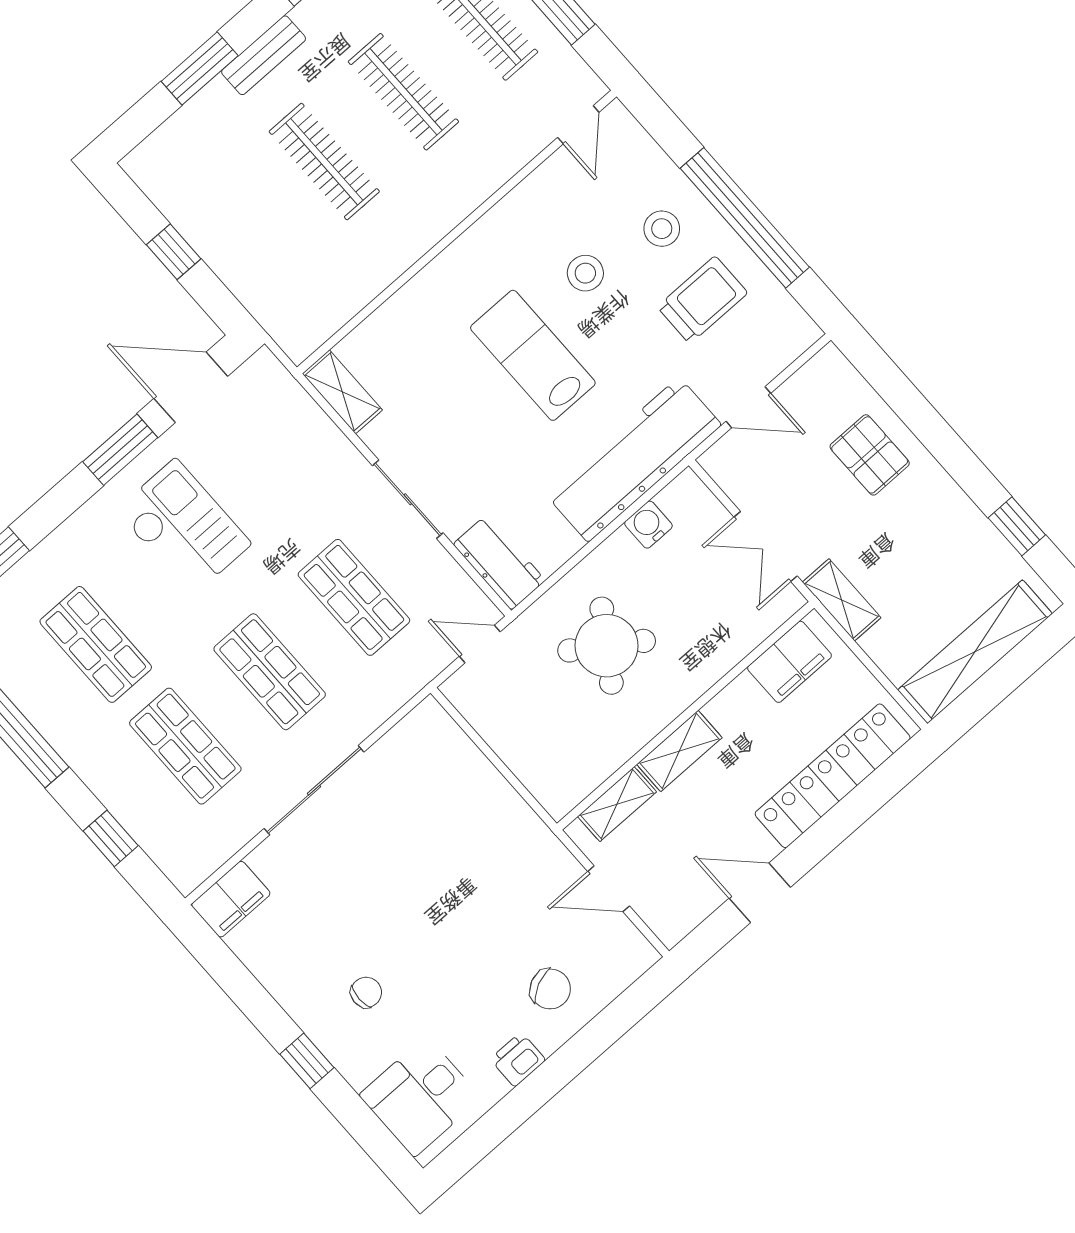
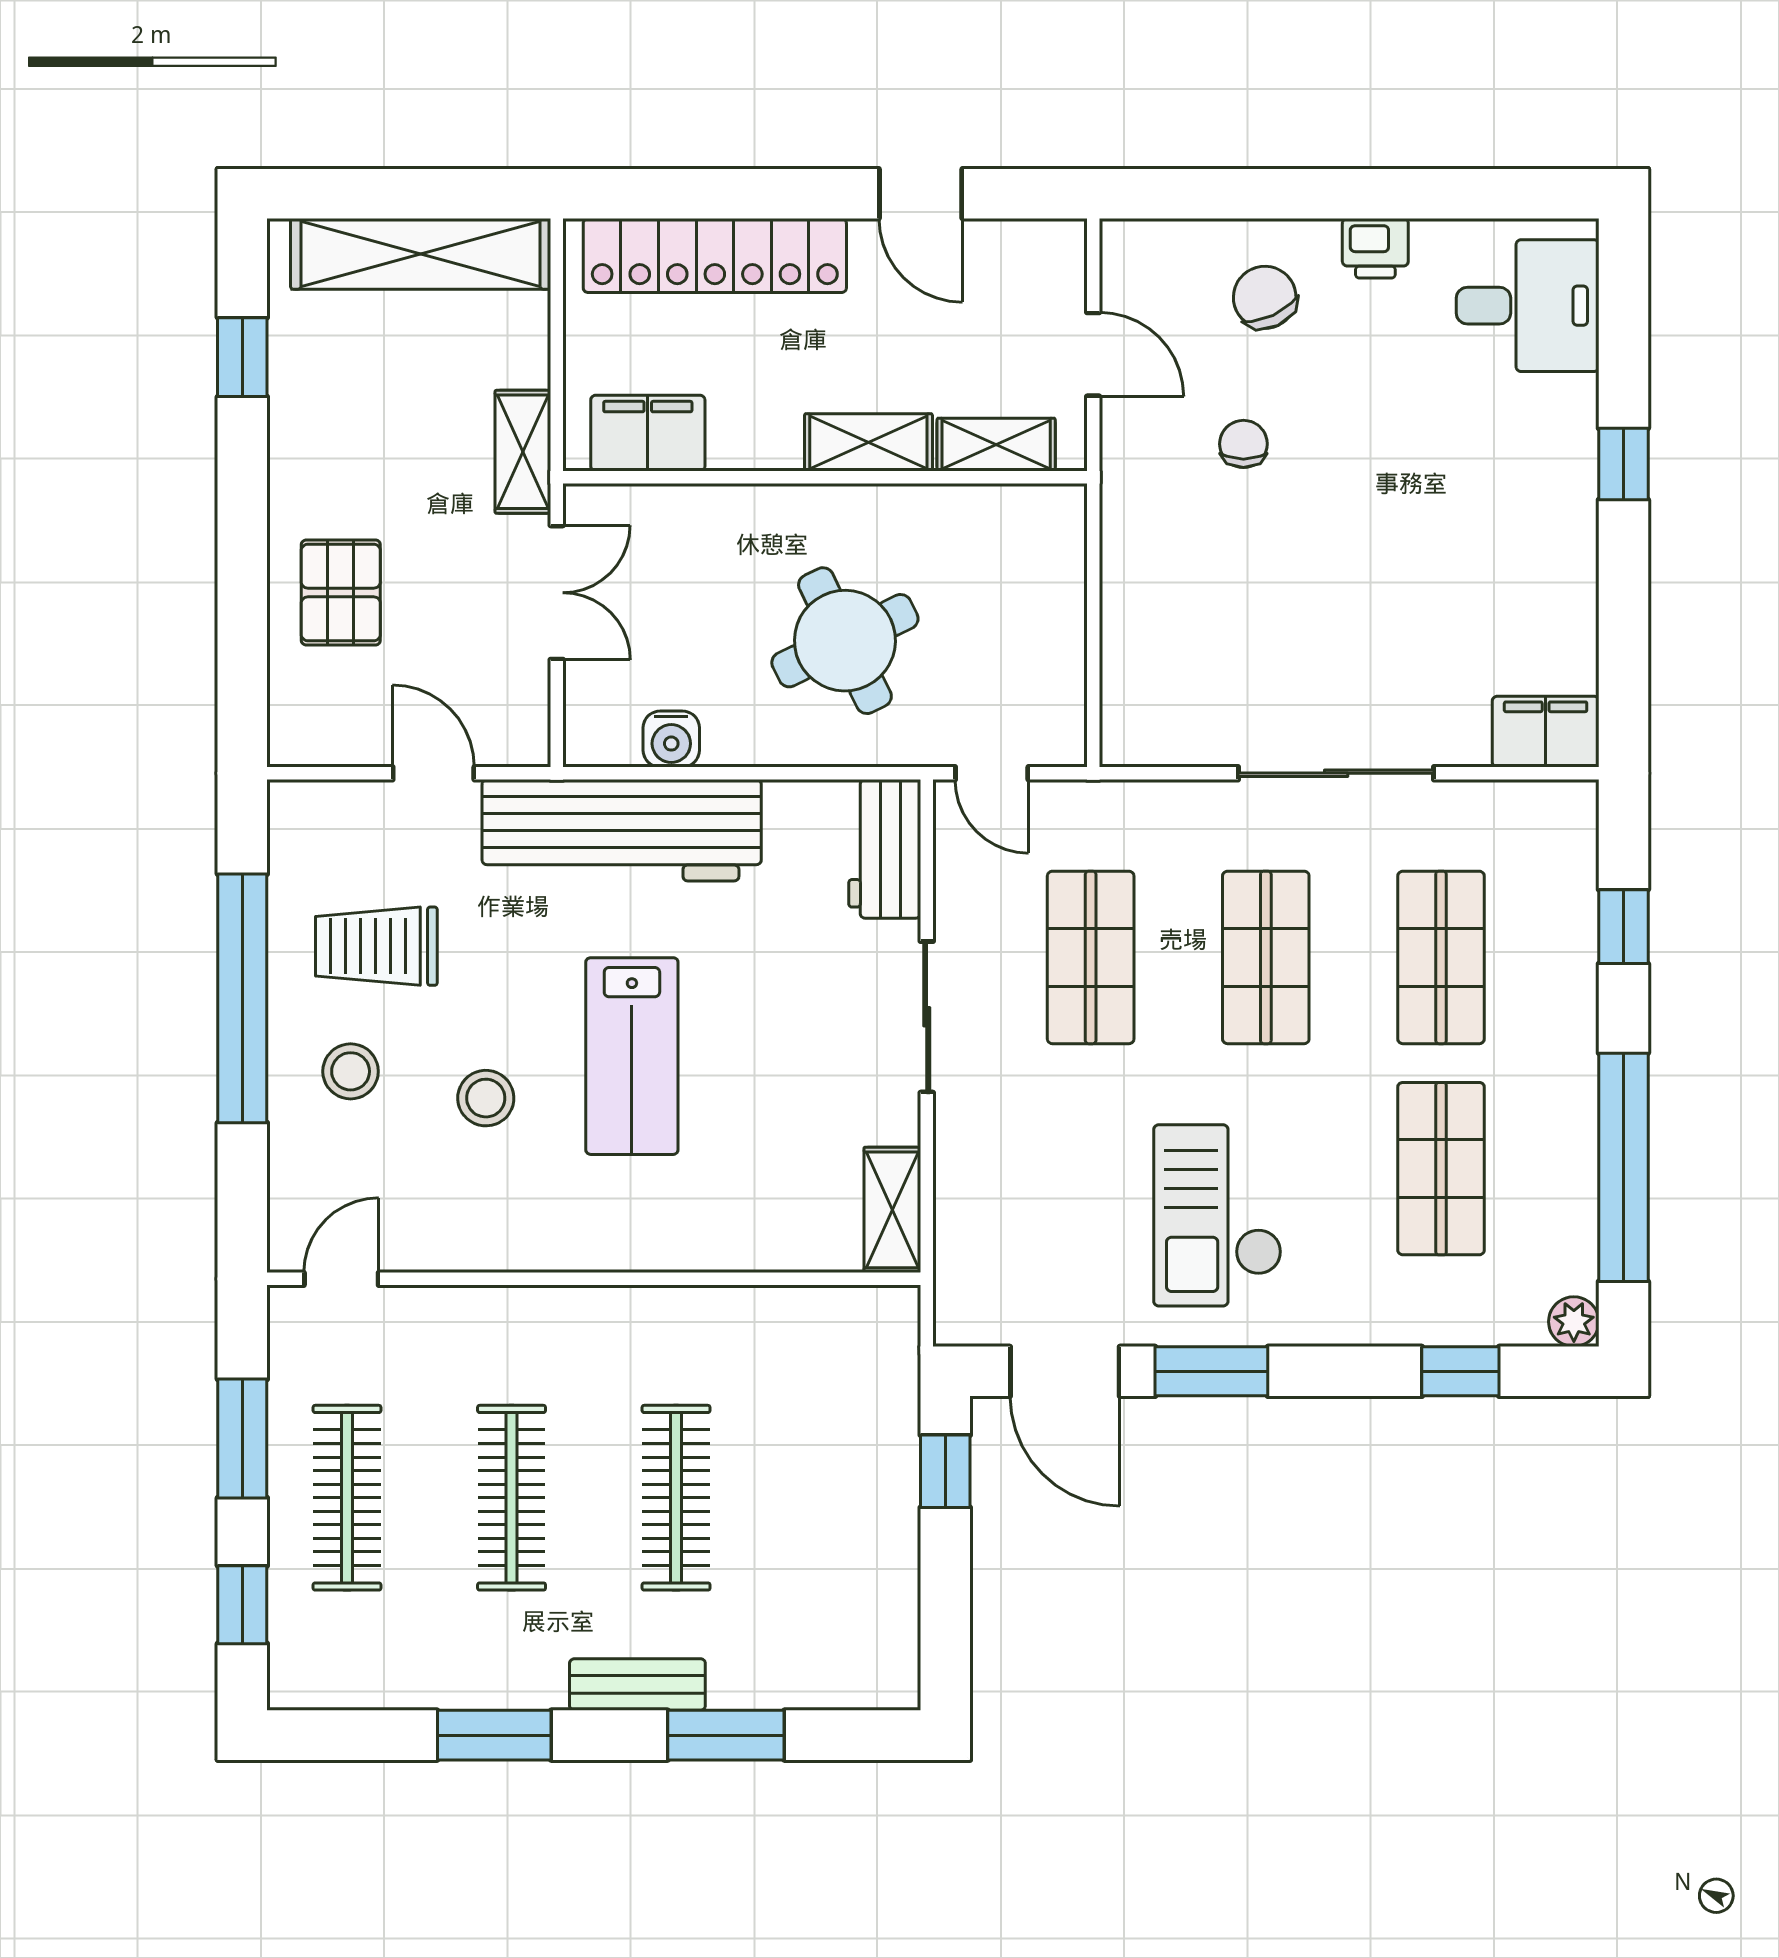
window: (174, 252) -> (945, 1471), moved
round table: (607, 646) -> (845, 641), turned 30
chair: (366, 992) -> (1243, 444), moved, turned 90

